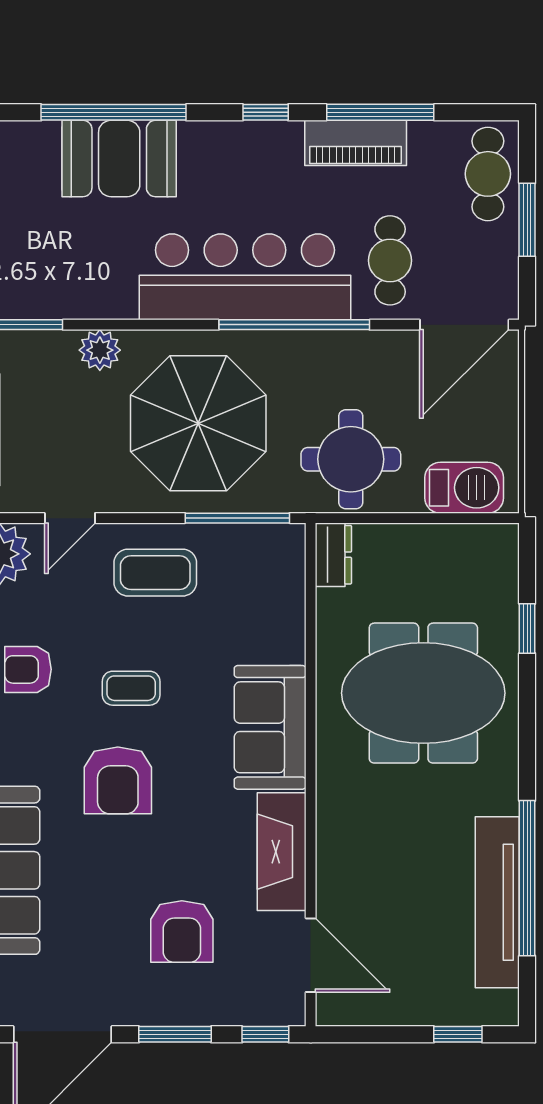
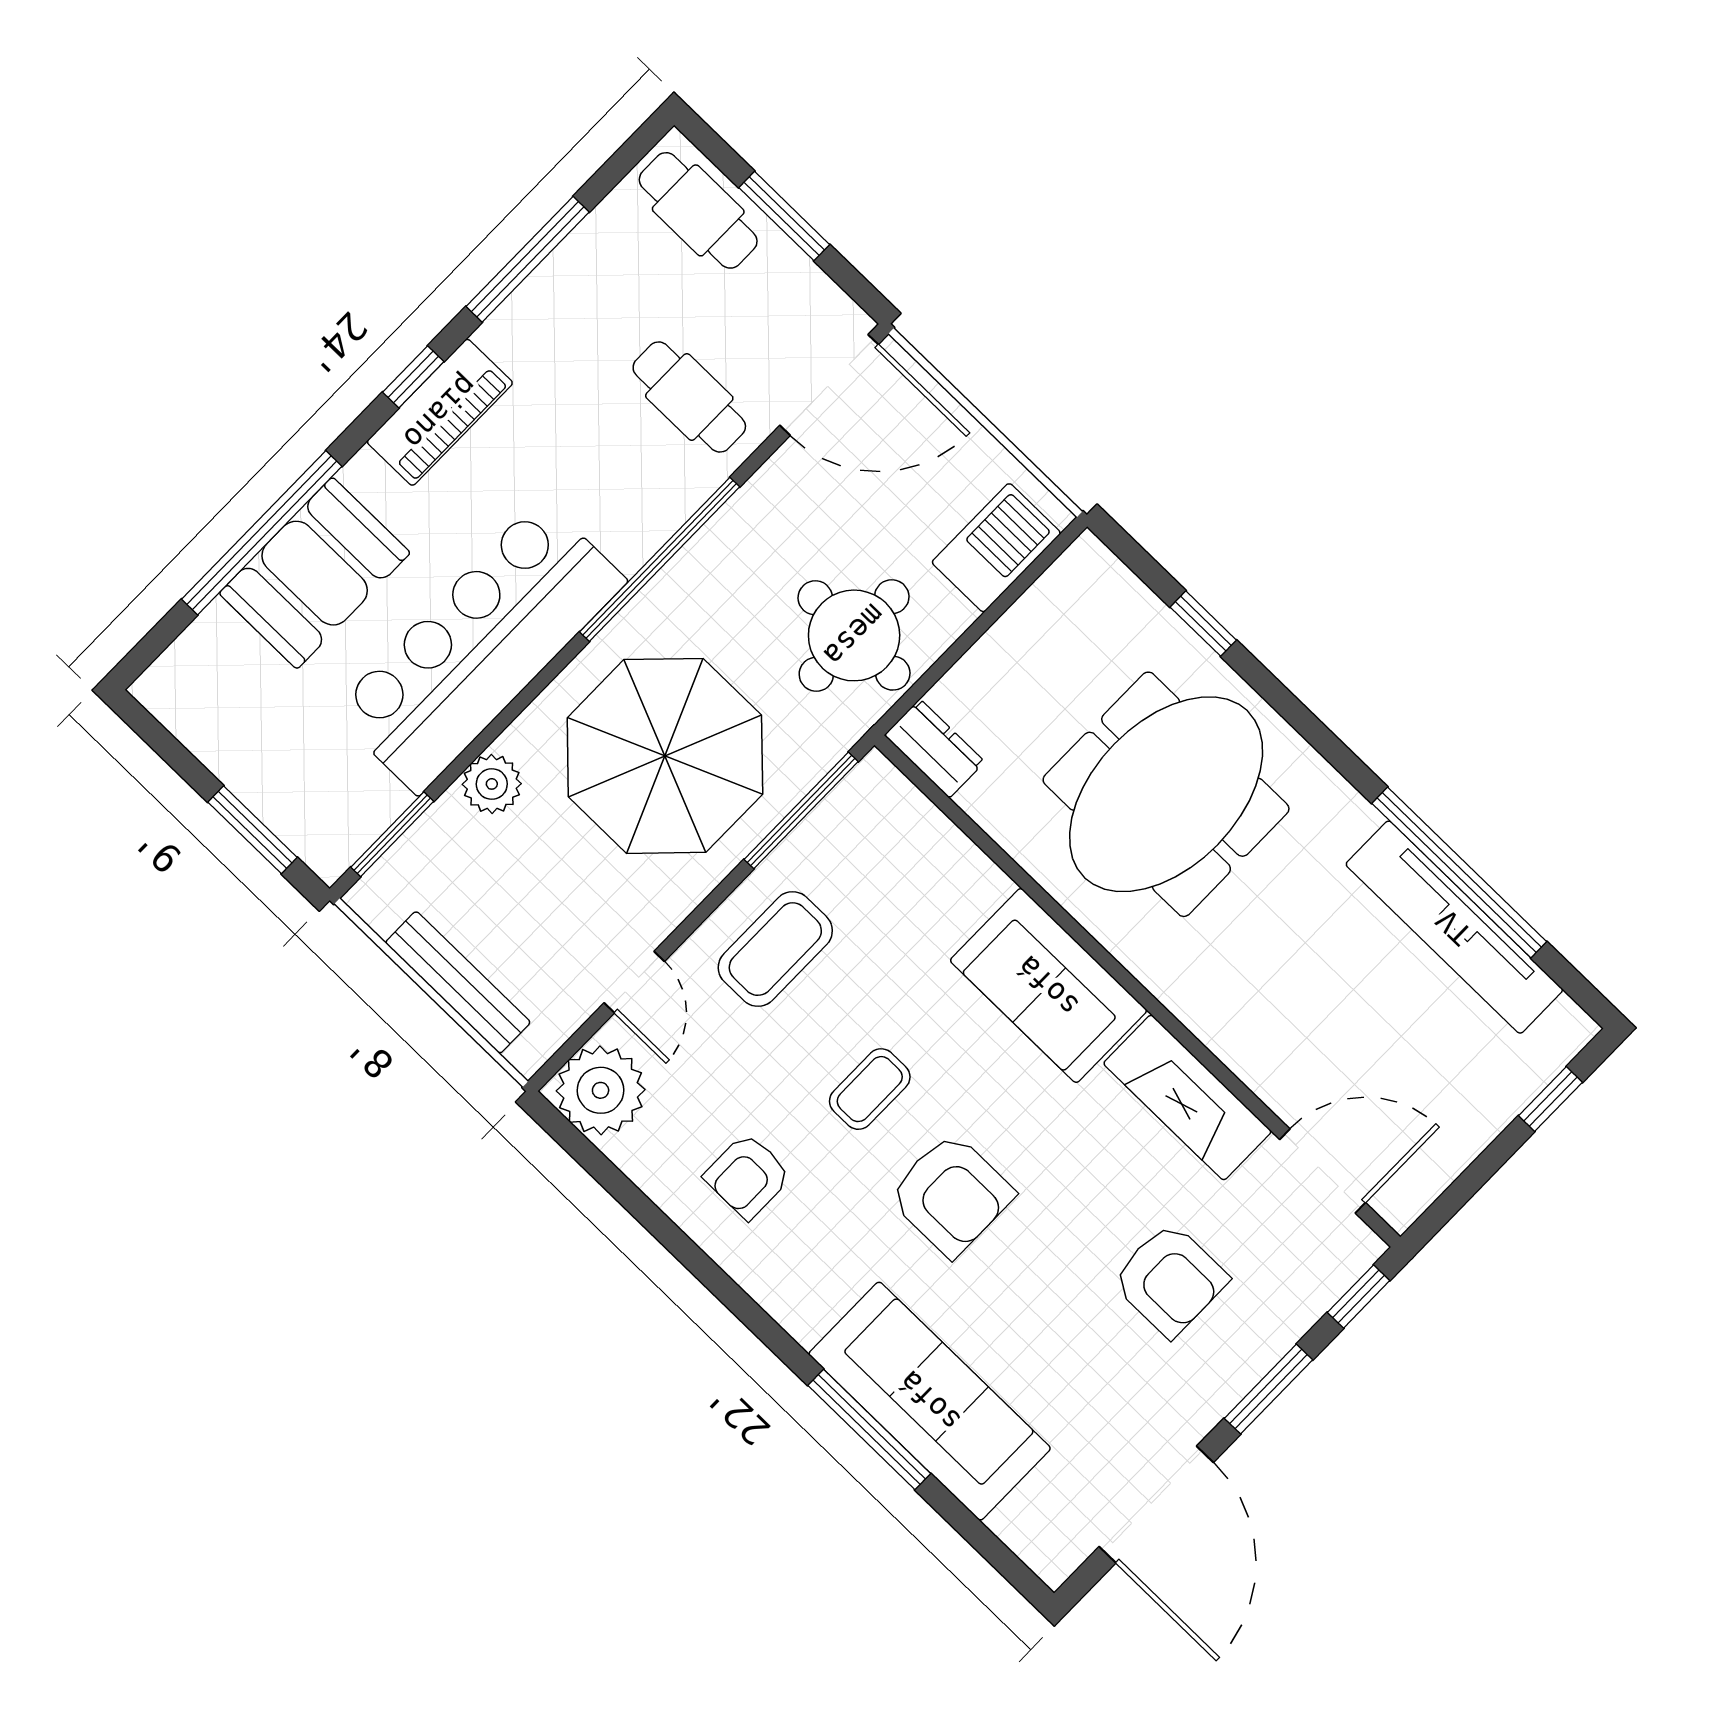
piano: (356, 143) -> (440, 412), moved
bar counter: (245, 277) -> (479, 646), moved
door: (464, 325) -> (829, 385), hinge flipped

